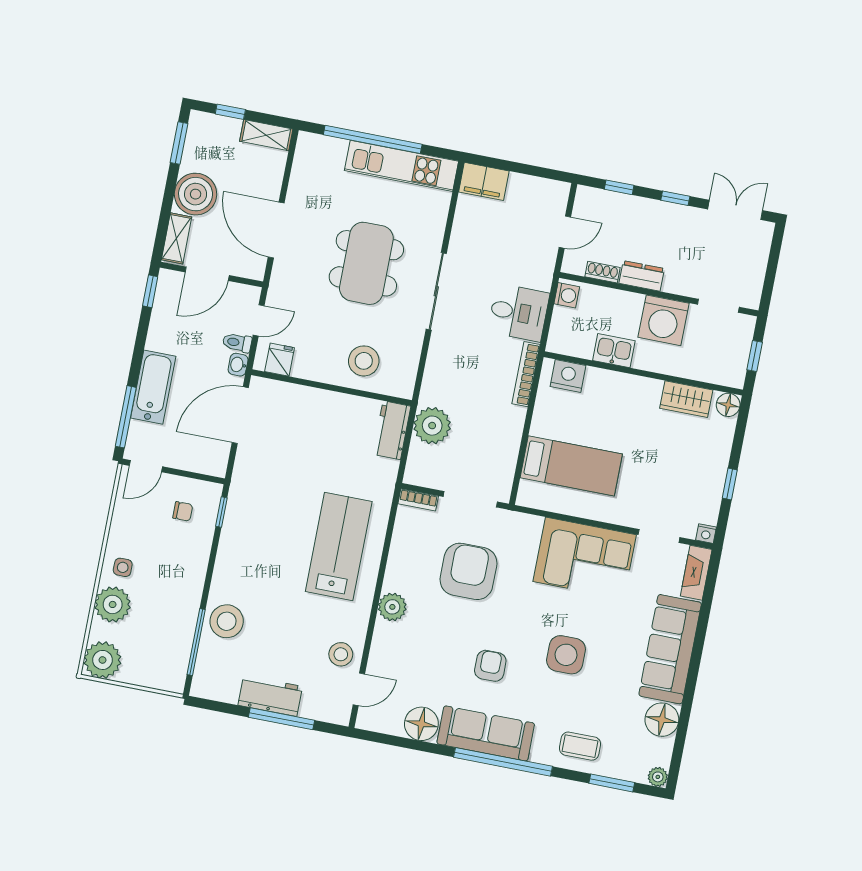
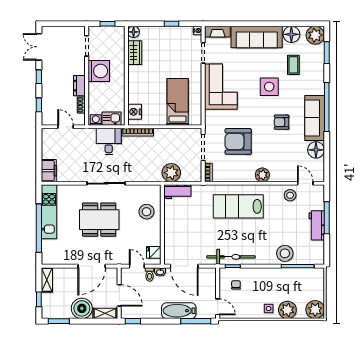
kitchen sink: (614, 351) -> (111, 119), moved, turned 90
bicycle: (241, 512) -> (231, 257), added
coffee table: (580, 746) -> (293, 65), moved
plant: (658, 777) -> (315, 35), width x1.88, depth x1.88

